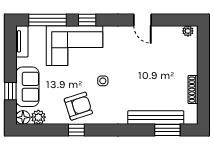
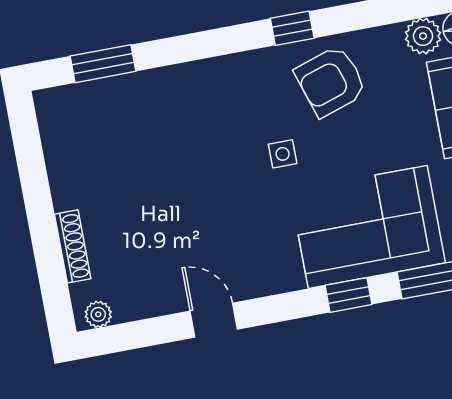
shoe rack: (193, 90) -> (73, 246), moved
bench: (156, 118) -> (137, 89), removed
window: (76, 130) -> (292, 28), moved

